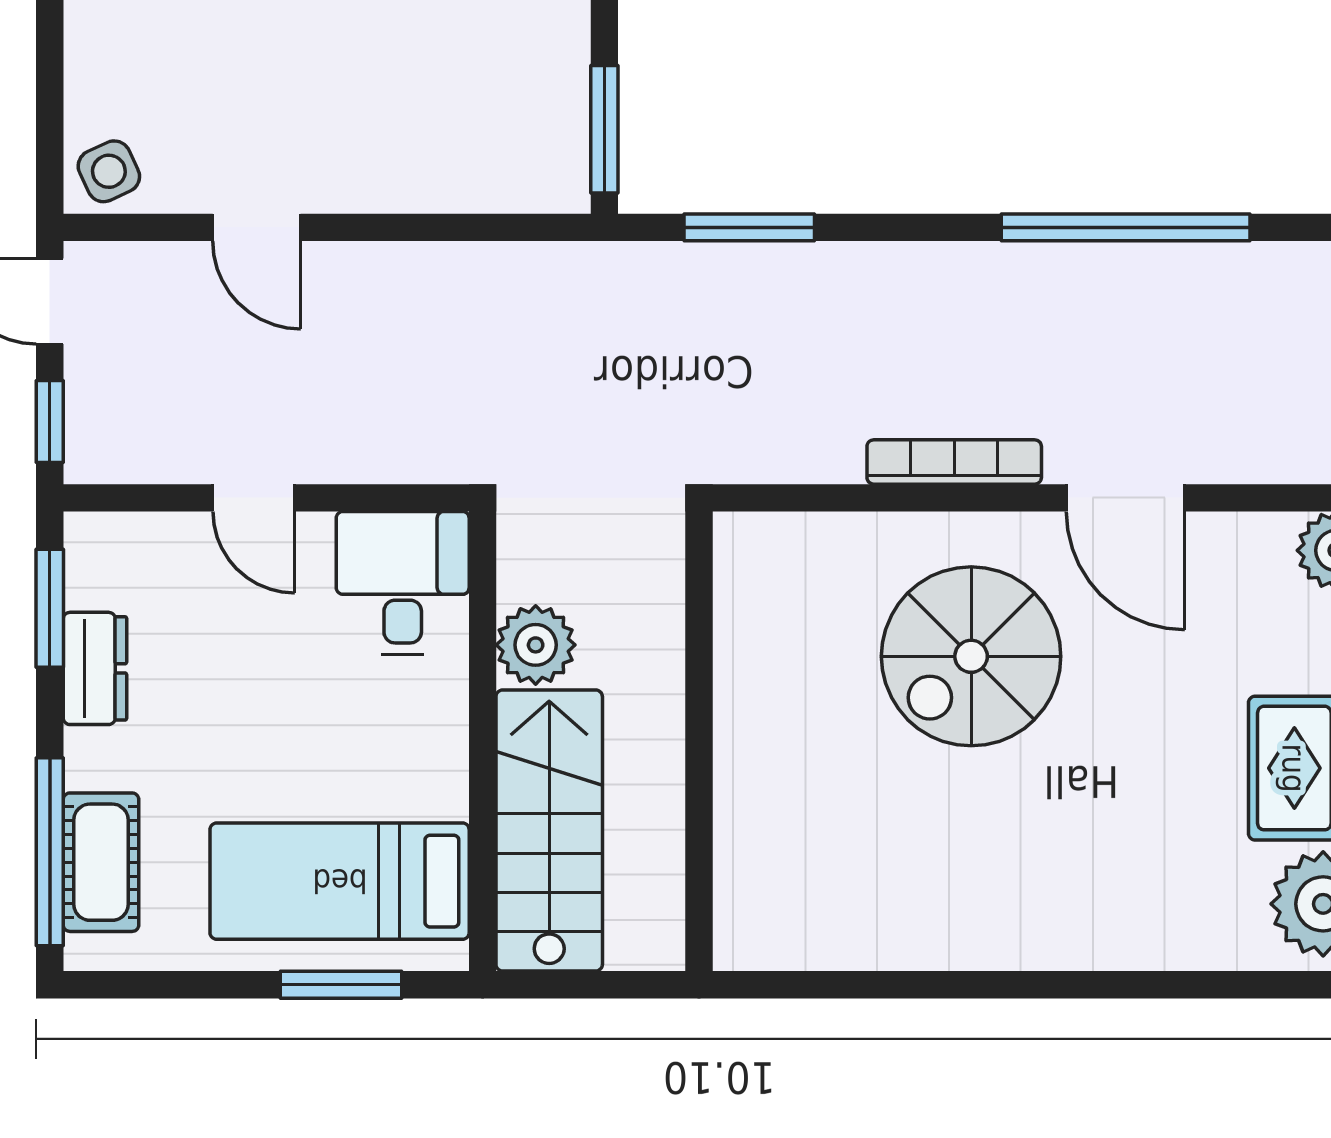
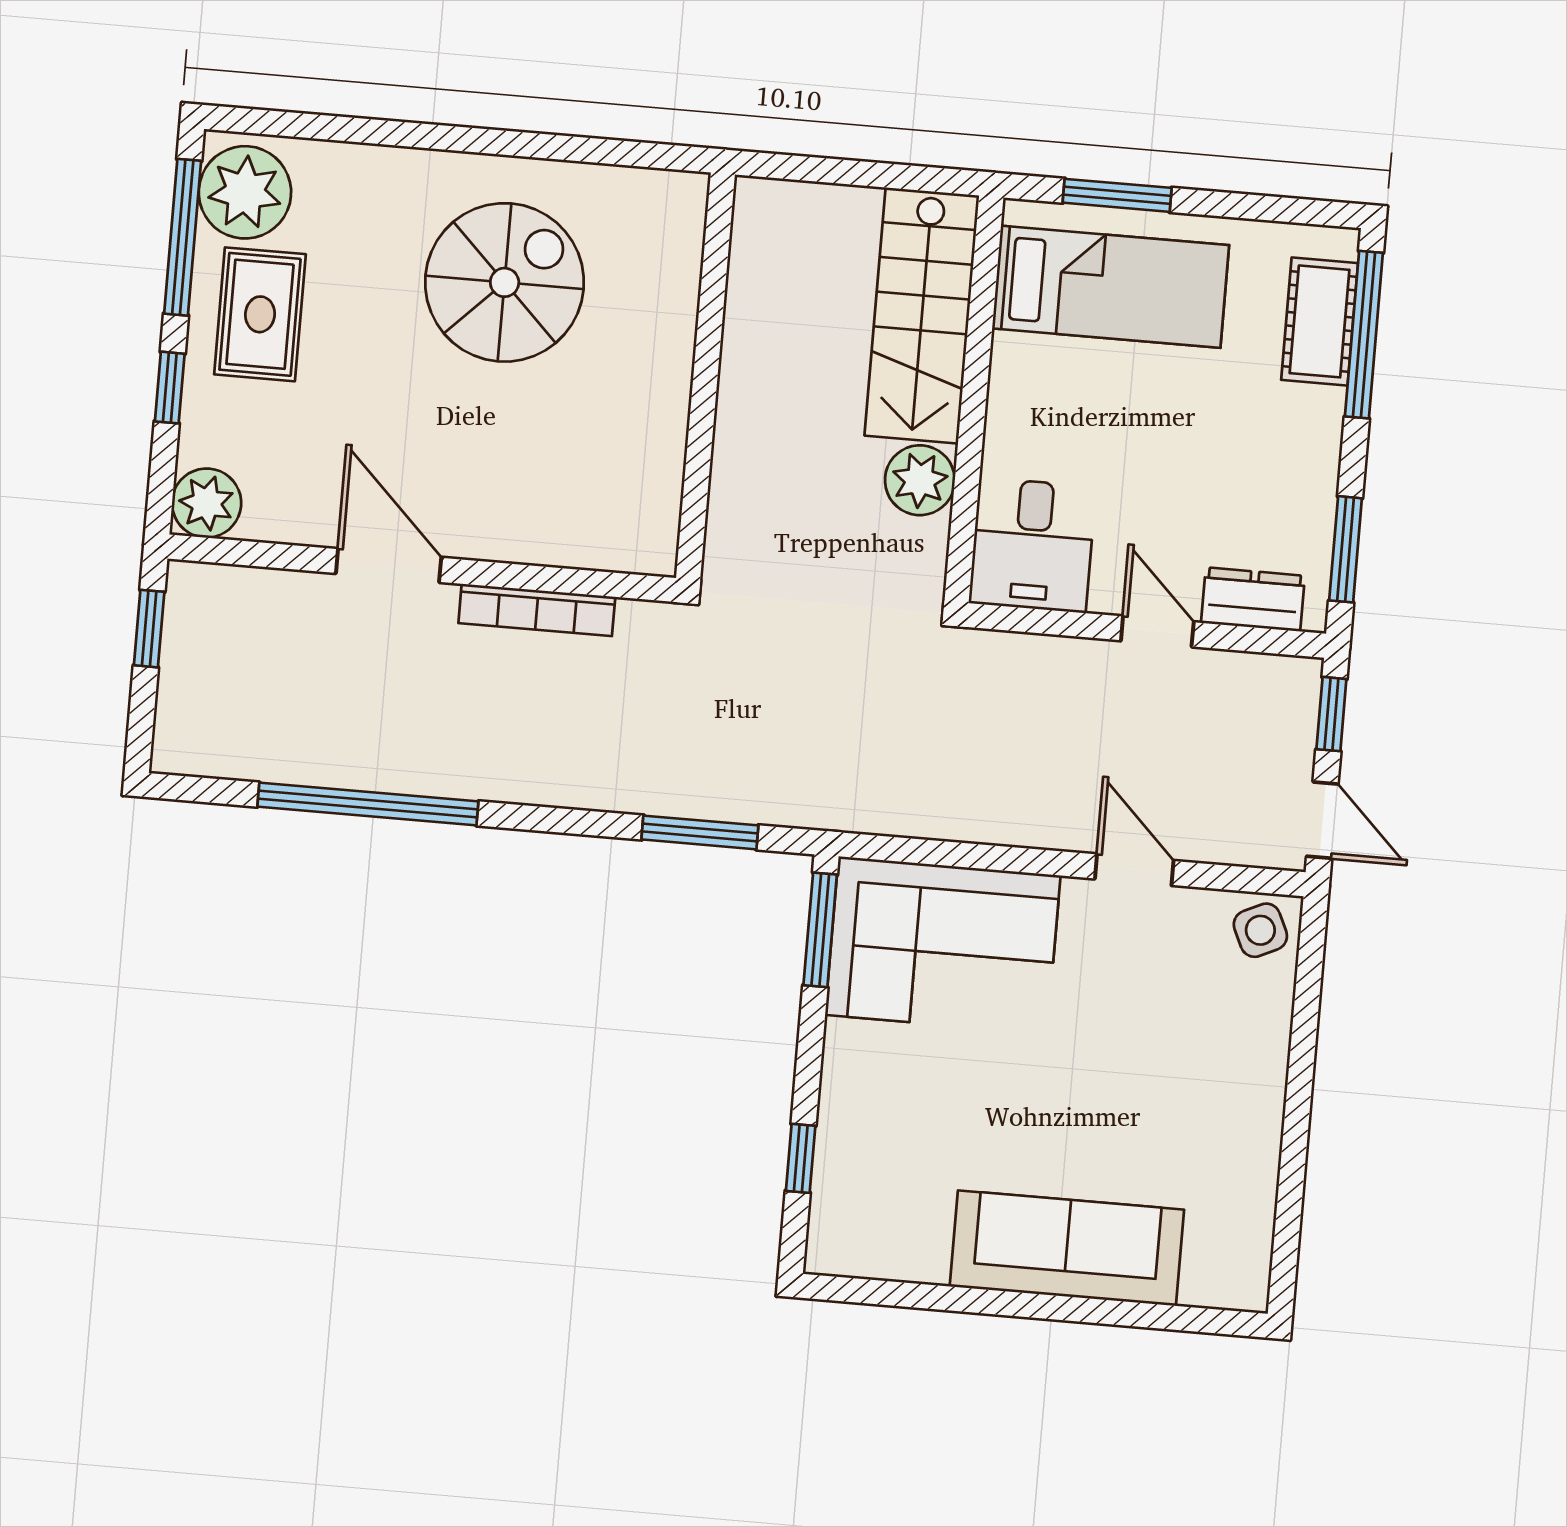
corner sofa: (465, 124) -> (943, 945), added
spiral stairs: (971, 656) -> (505, 282), moved
dresser: (95, 668) -> (1253, 599), moved, turned 90
wall: (699, 741) -> (705, 376), moved

